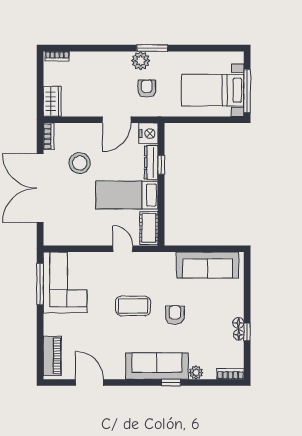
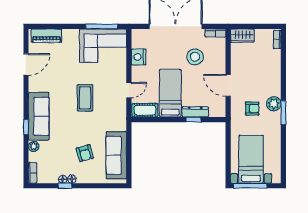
nightstand: (148, 134) -> (139, 57), moved, turned 90
armchair: (175, 315) -> (85, 153), moved, turned 74

